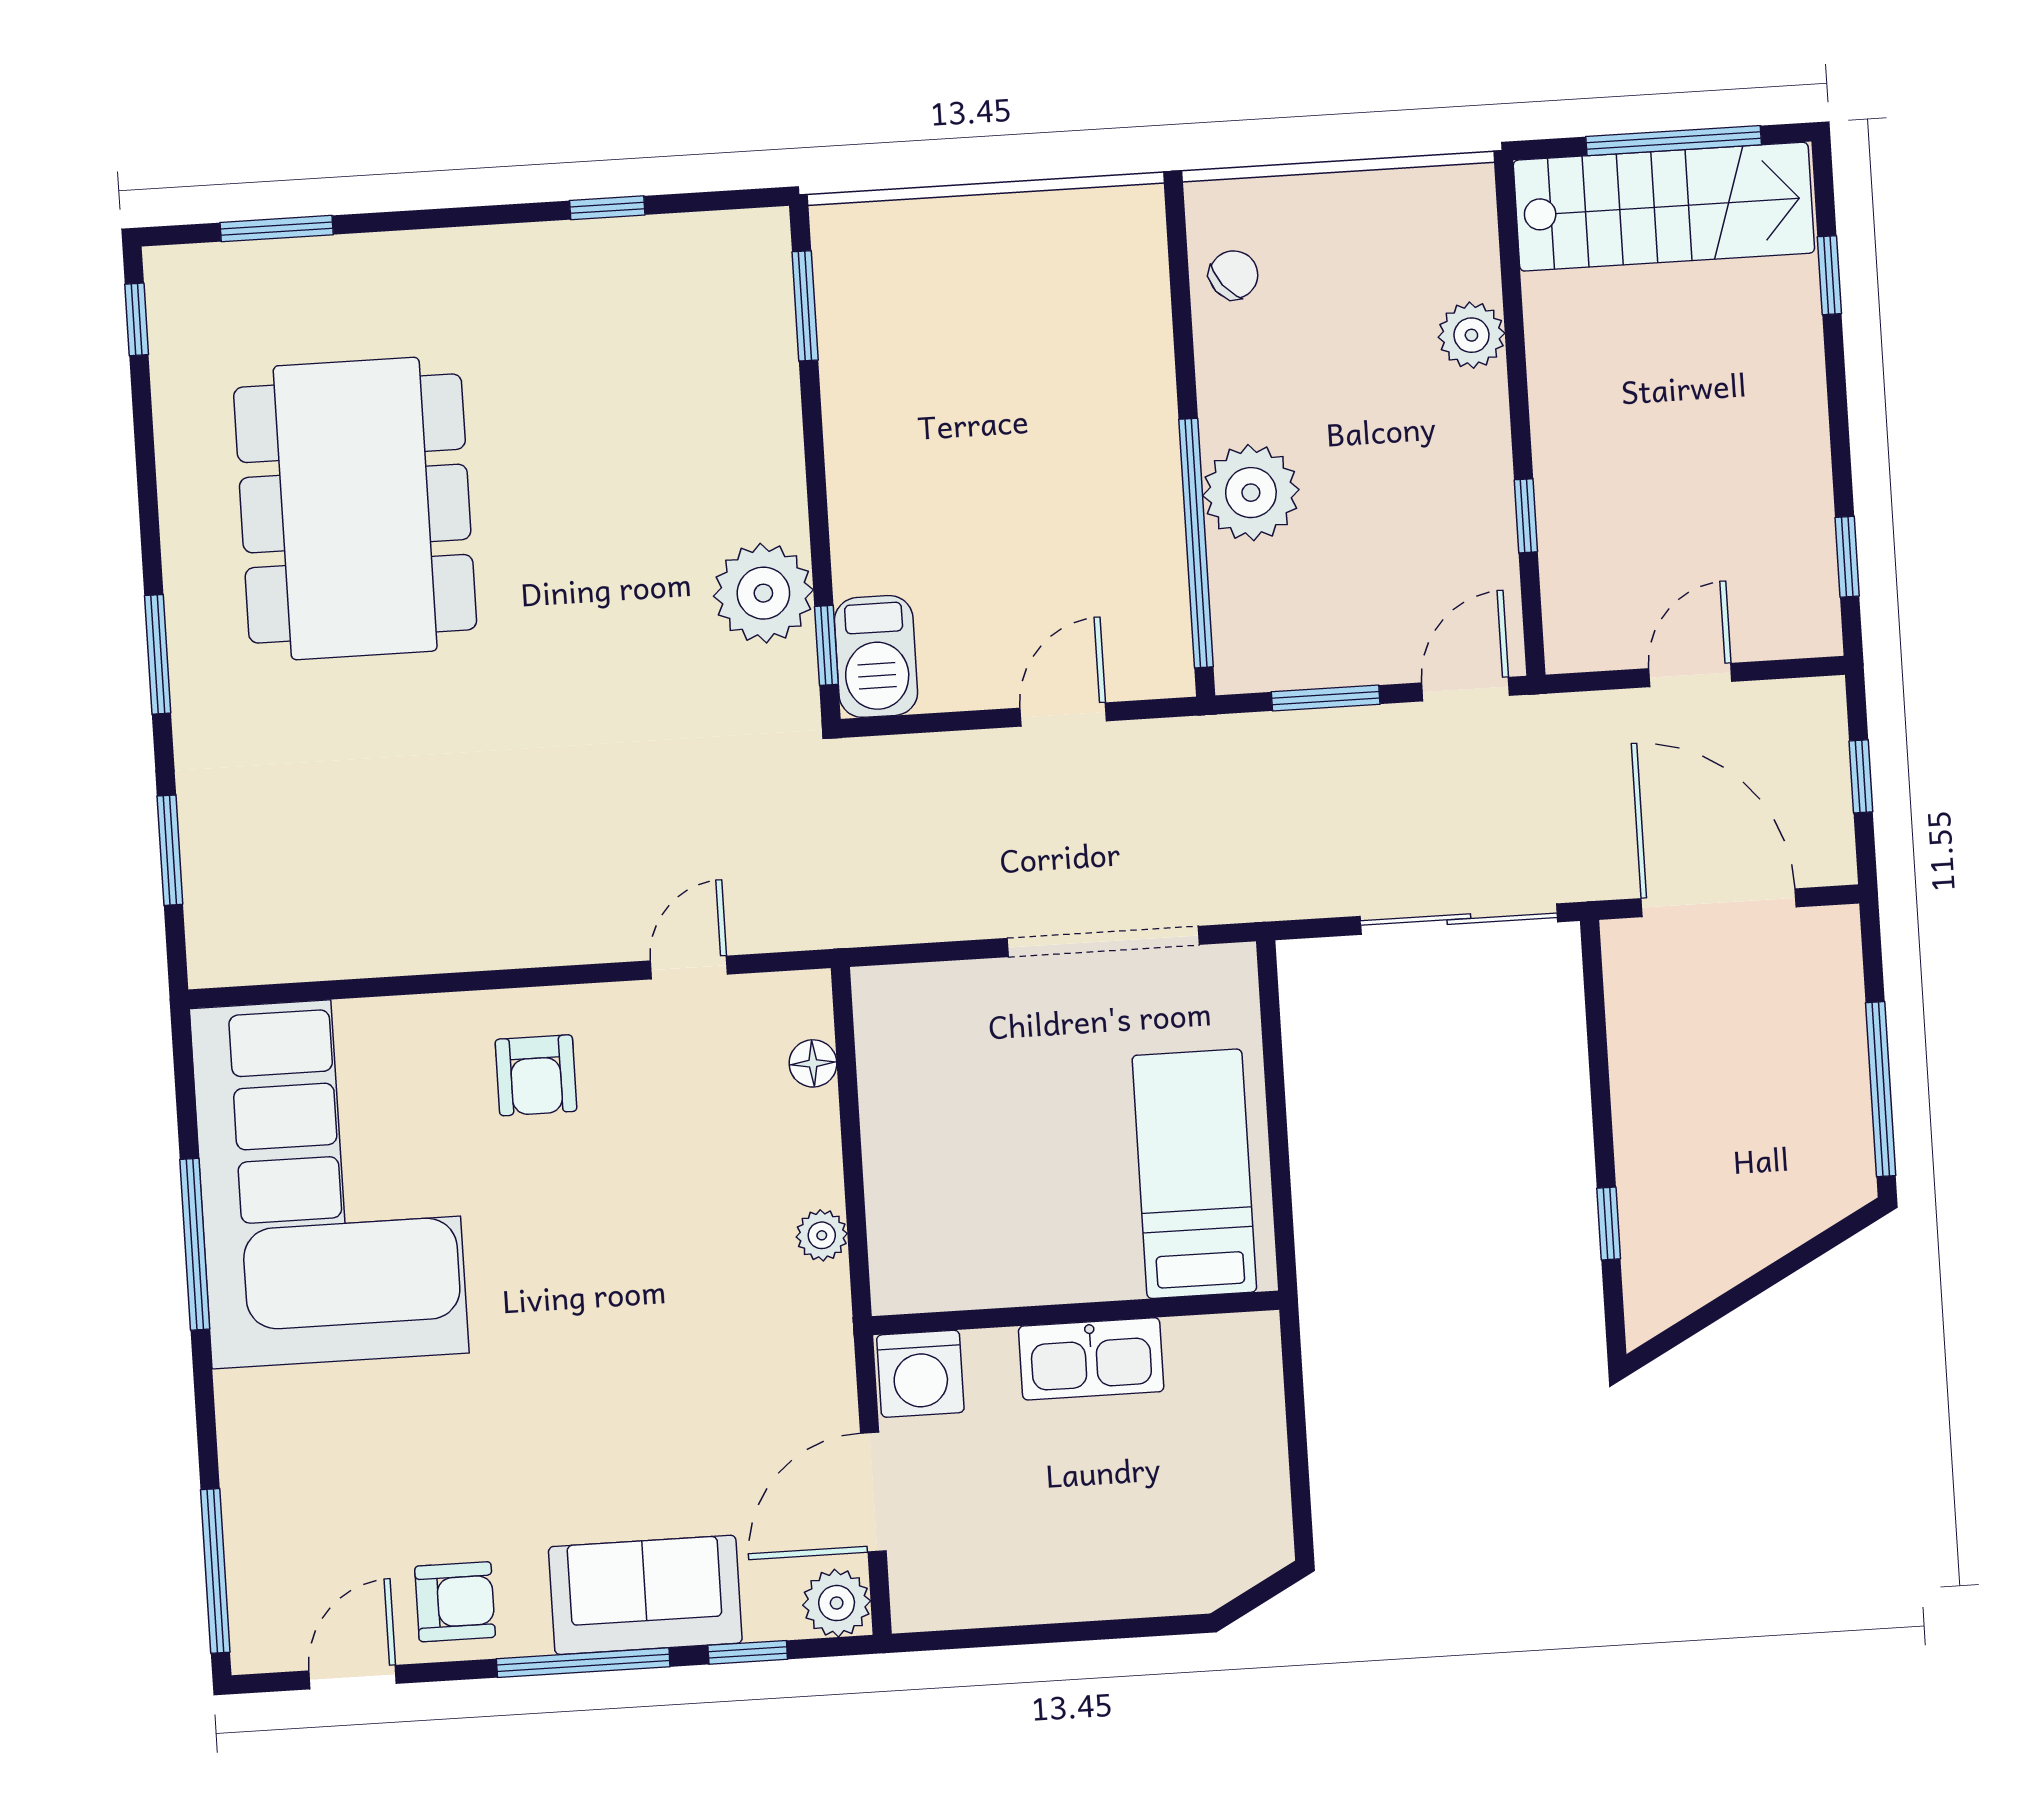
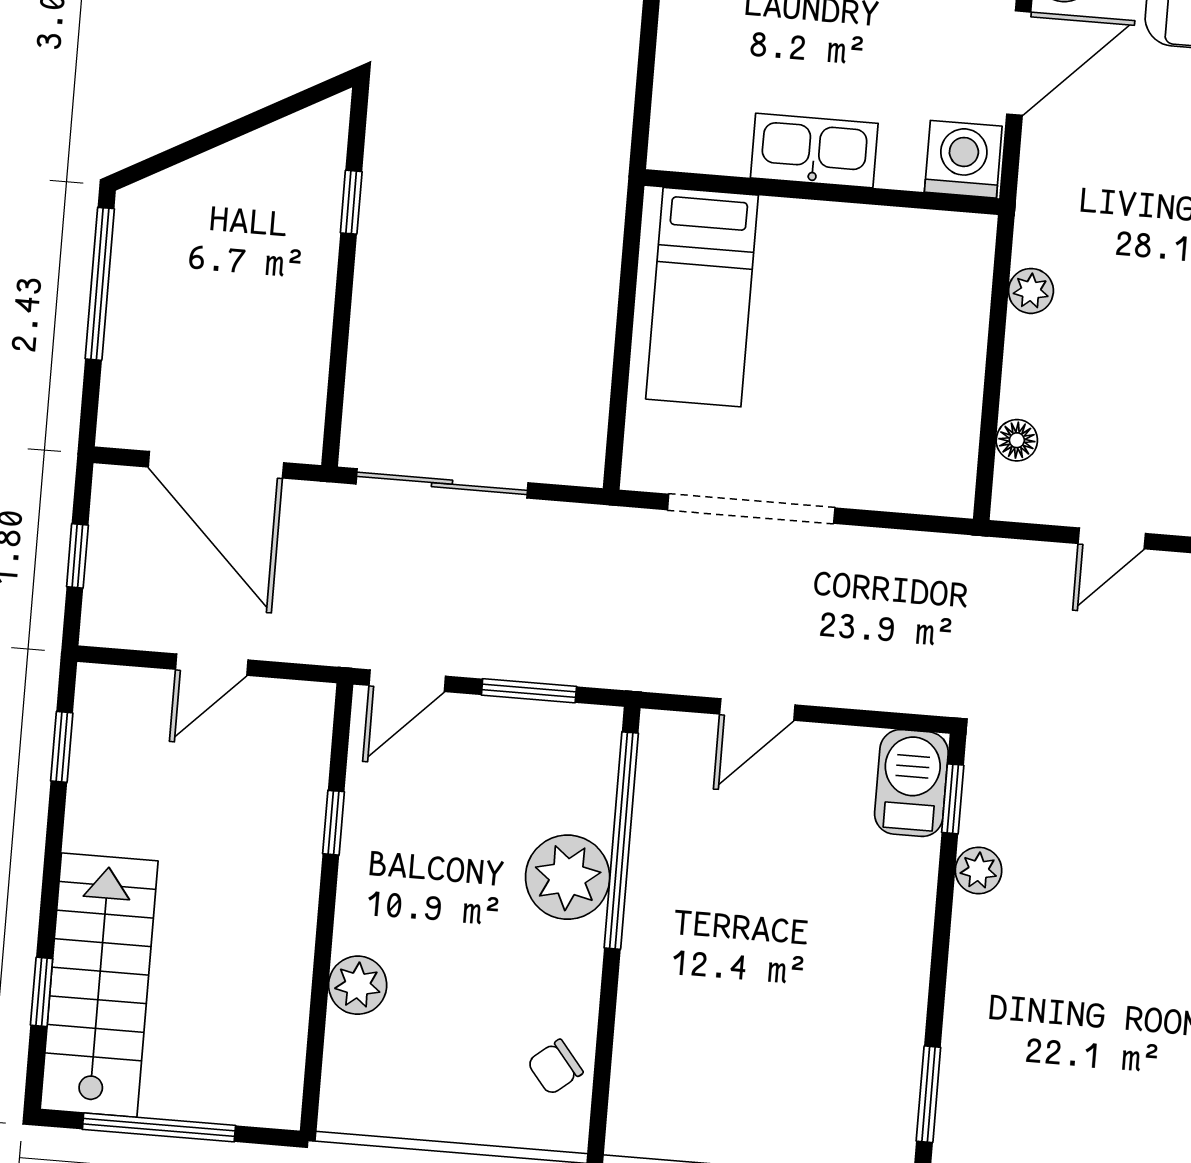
stairs: (1664, 207) -> (99, 985), moved, turned 90
plant: (763, 593) -> (979, 870), width x0.53, depth x0.53

